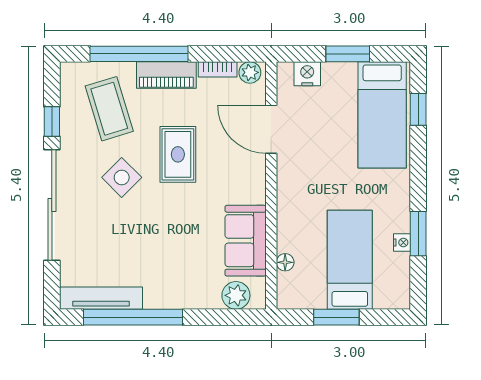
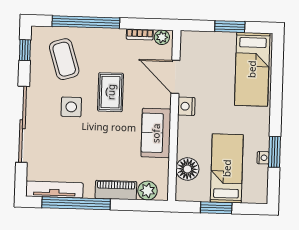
nightstand: (307, 74) -> (186, 106), moved, turned -90
piano: (166, 75) -> (116, 190), moved, turned 180
window: (418, 109) -> (277, 66), removed
window: (52, 121) -> (25, 50), moved
side table: (122, 177) -> (71, 107), turned 45
sofa: (246, 241) -> (156, 133), moved
floor lamp: (285, 262) -> (187, 169), width x1.89, depth x1.89

